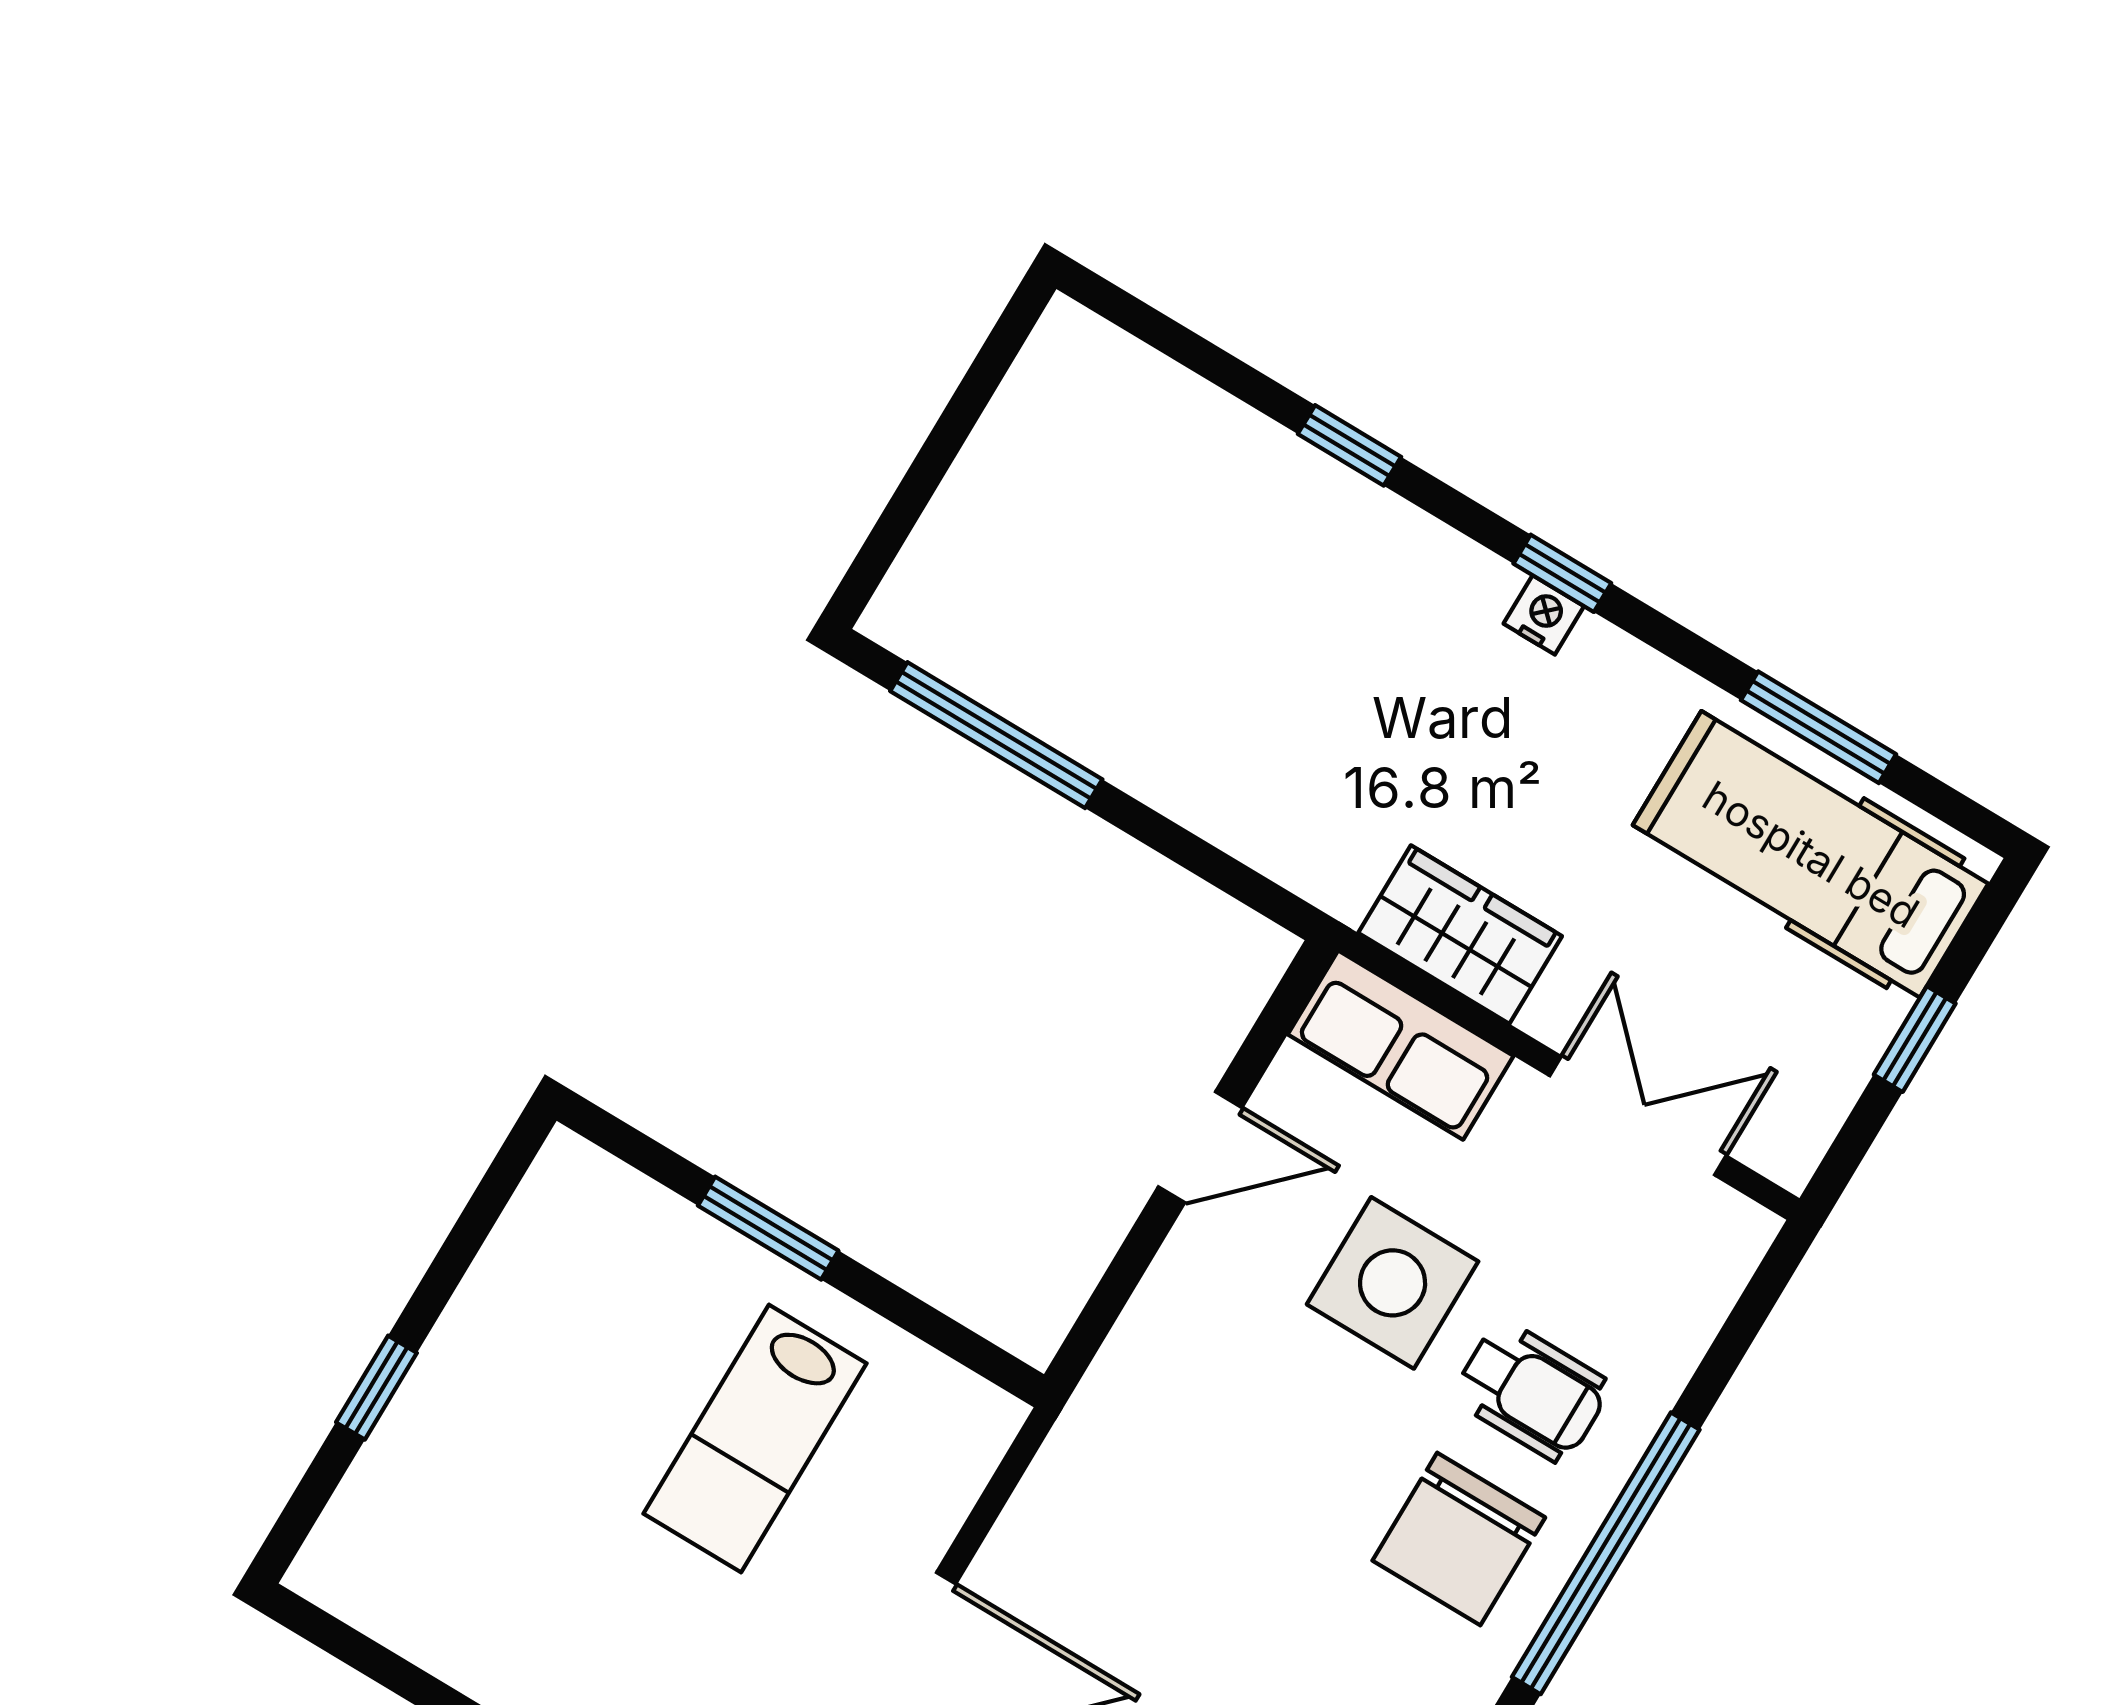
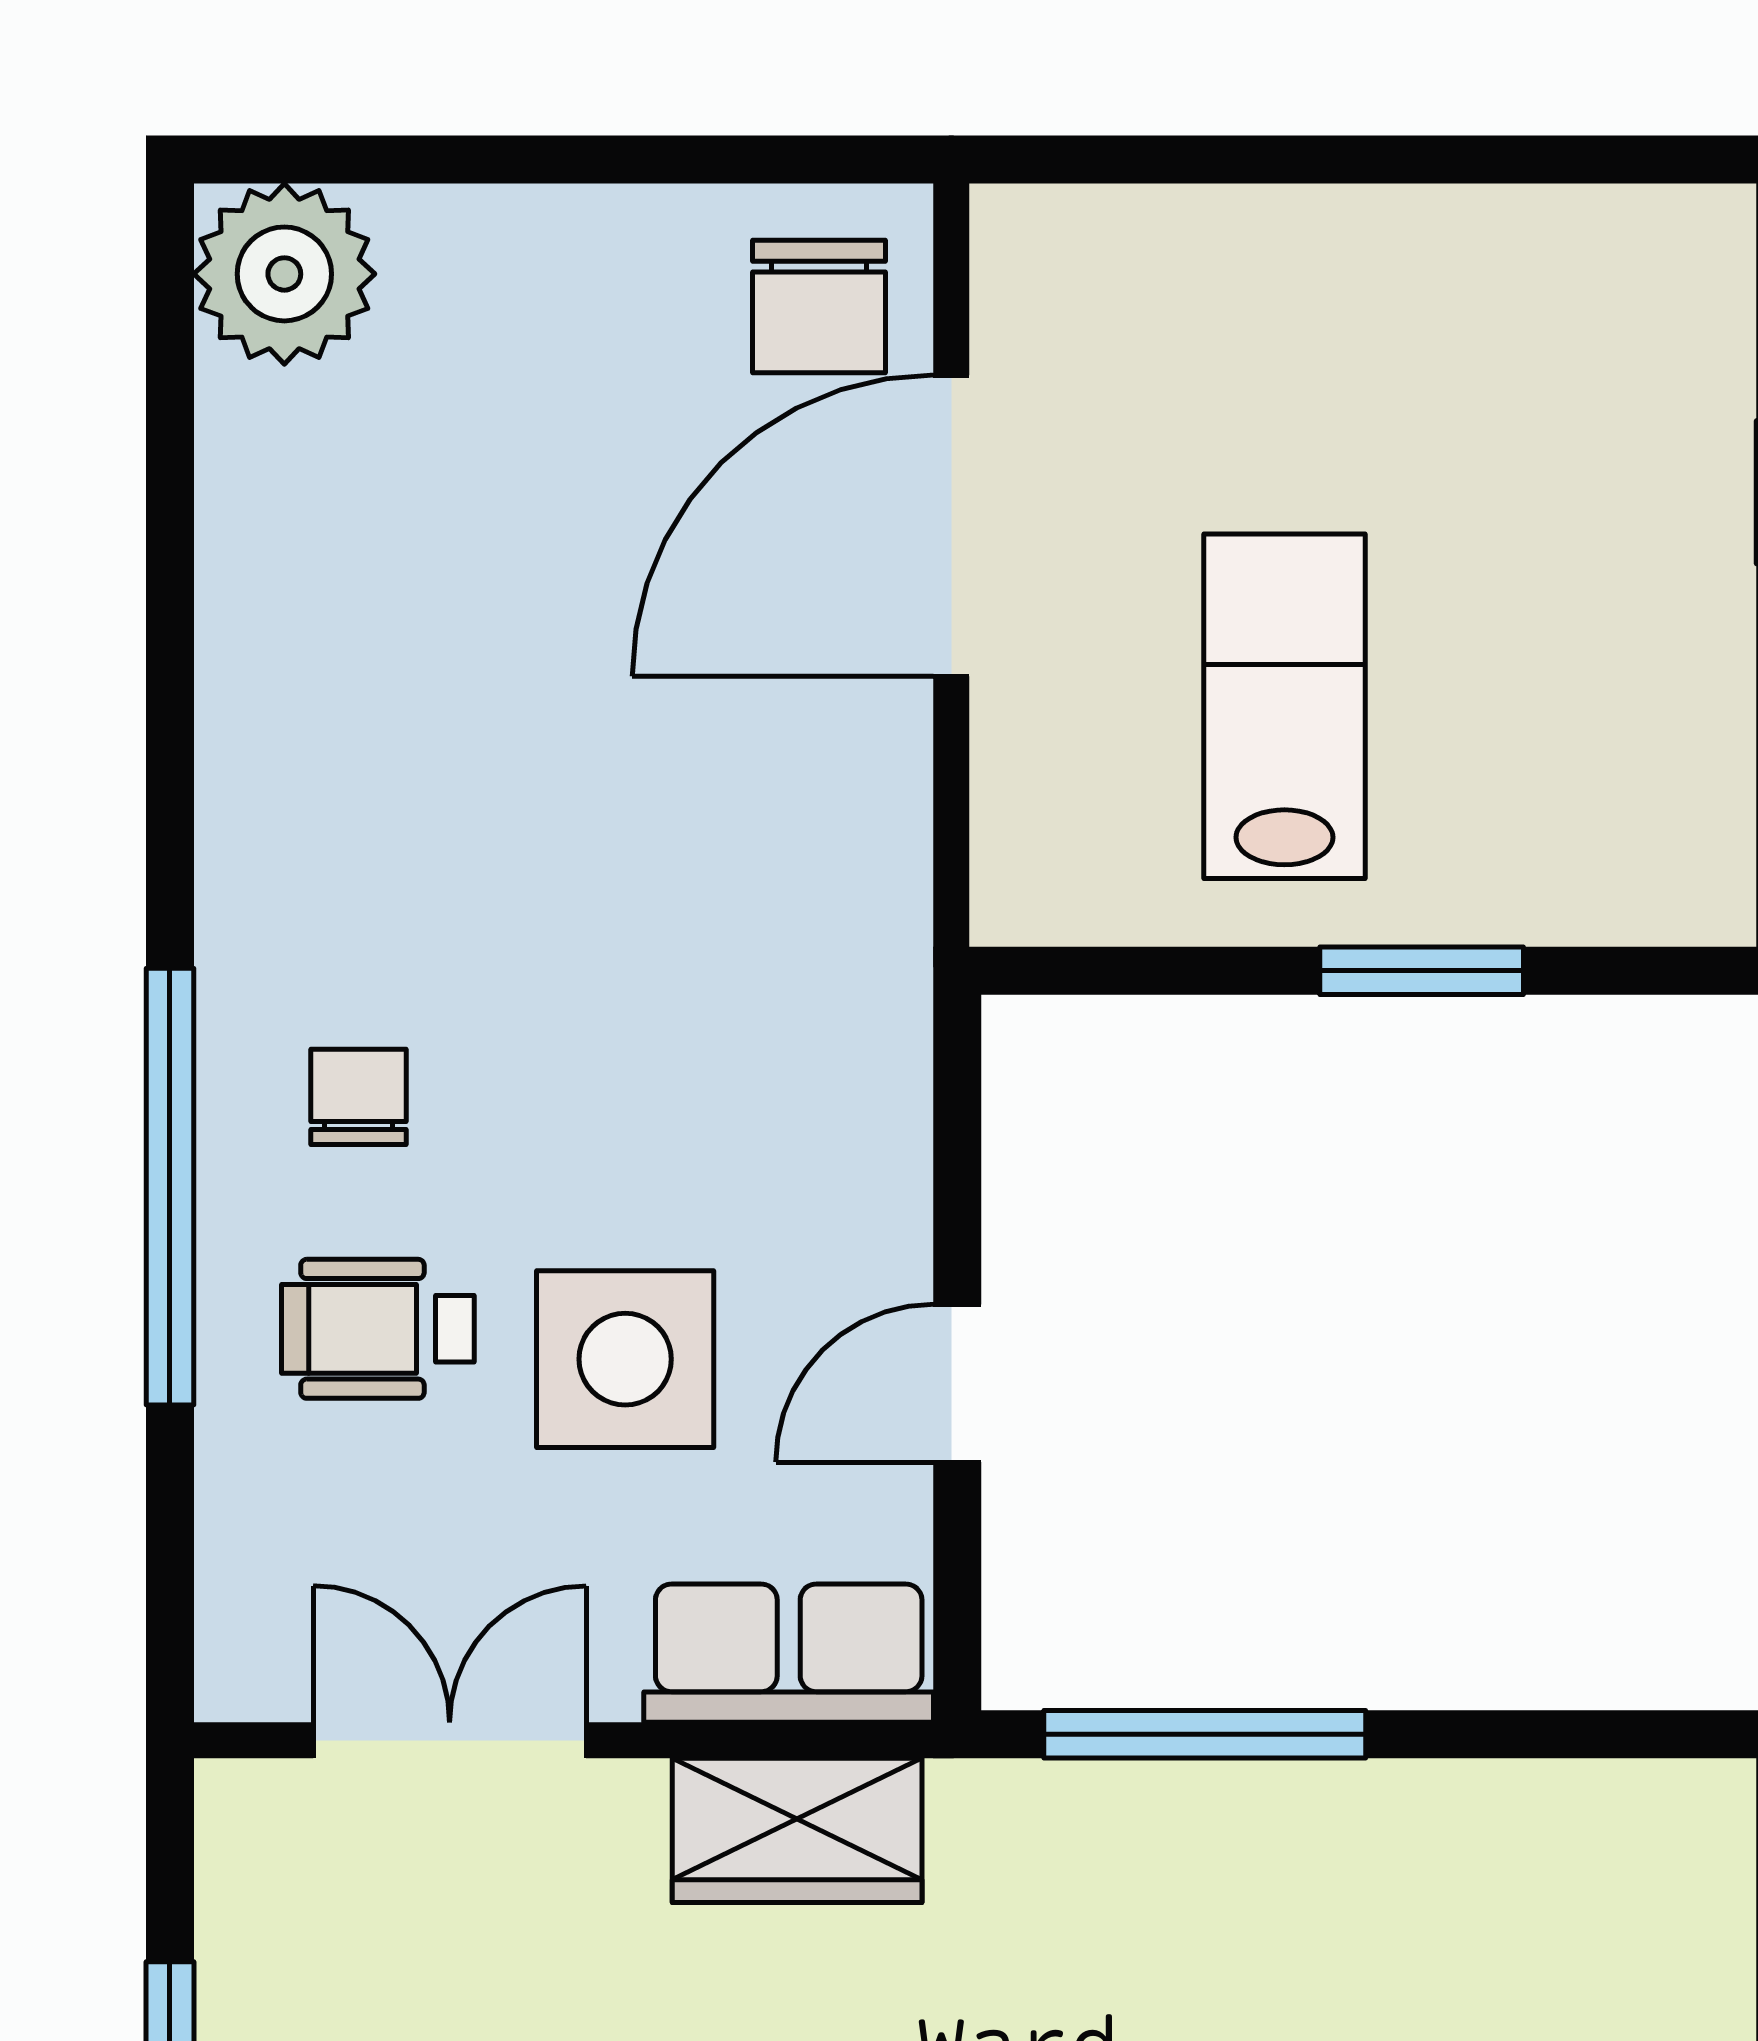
window: (996, 735) -> (1205, 1734), moved
double door: (1638, 1116) -> (450, 1740), swing flipped
chair: (1459, 1539) -> (358, 1097), width x0.54, depth x0.54

